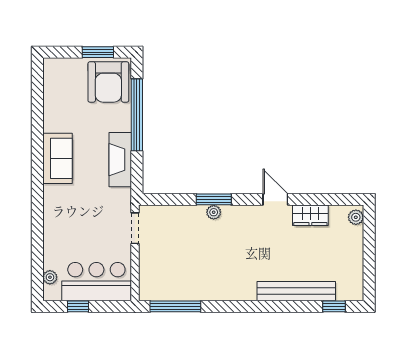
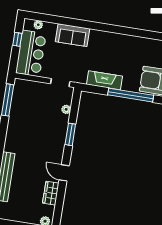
sofa: (58, 158) -> (73, 35), moved
door: (275, 199) -> (64, 173), swing flipped
plant: (214, 212) -> (66, 109), moved

